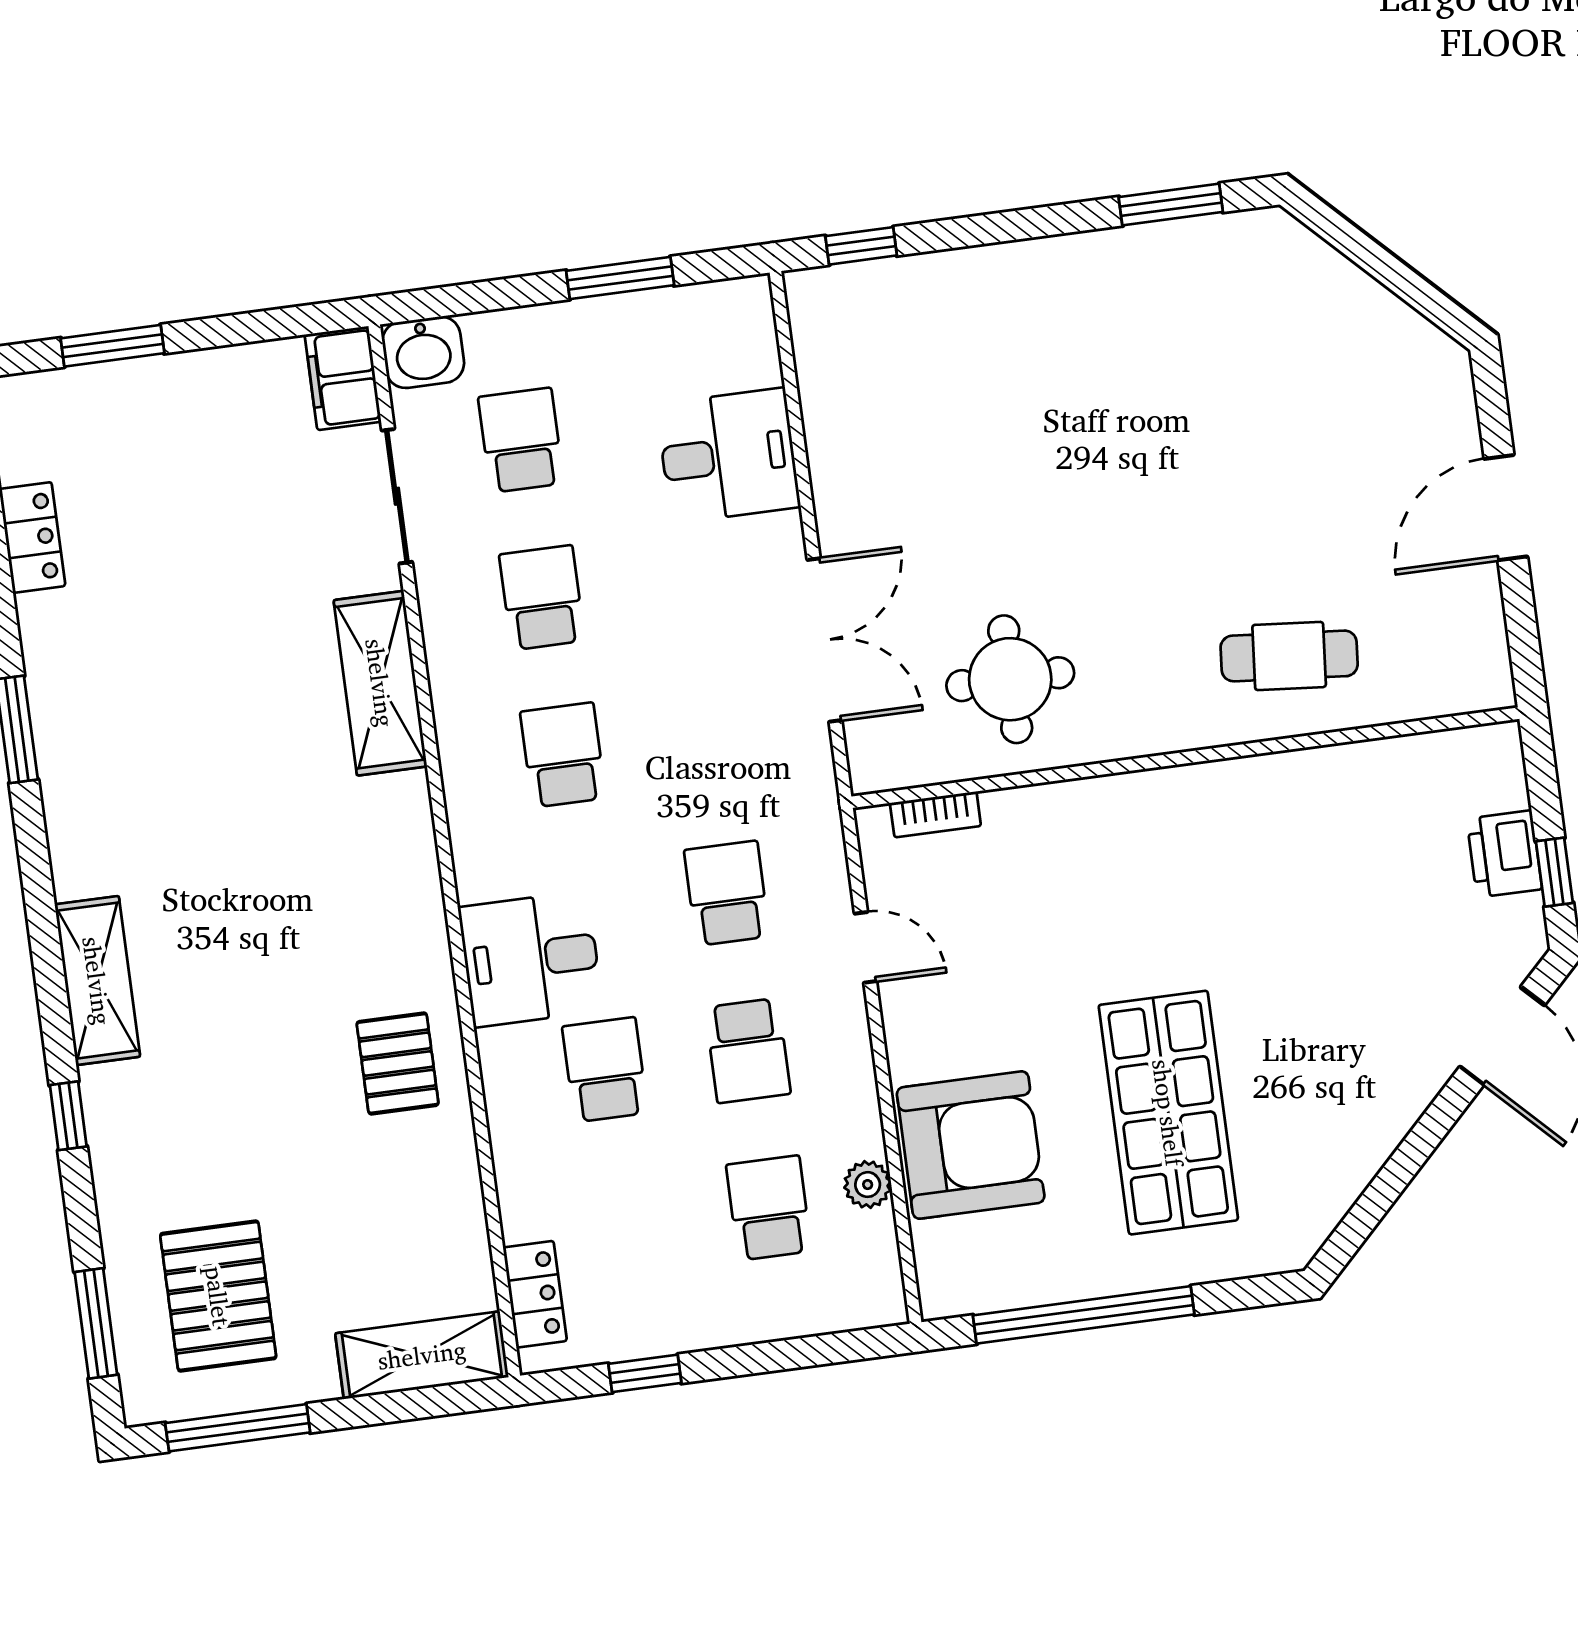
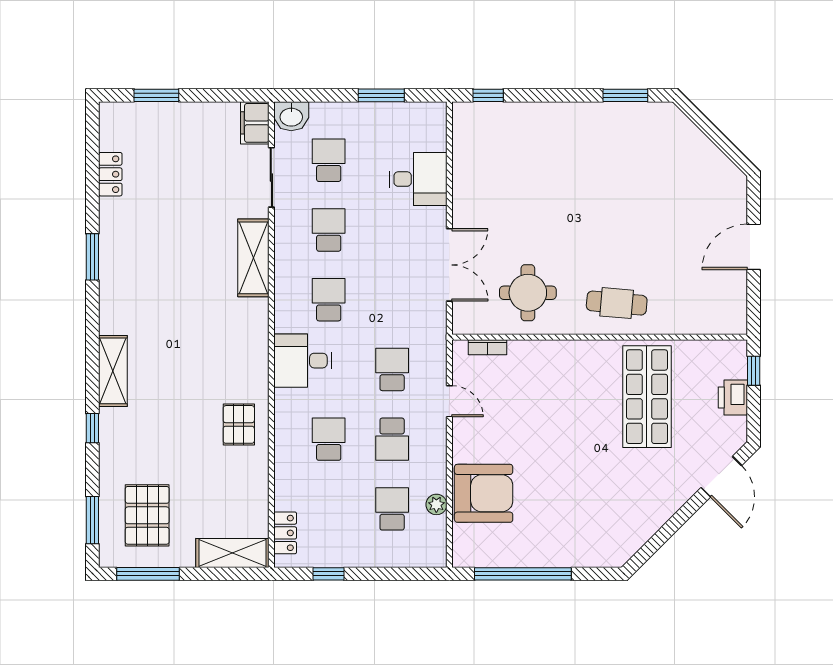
cafe table: (1289, 656) -> (617, 303), moved
window: (1554, 872) -> (754, 371), moved
desk: (531, 959) -> (303, 361), moved
shop shelf: (1168, 1113) -> (647, 397), moved

